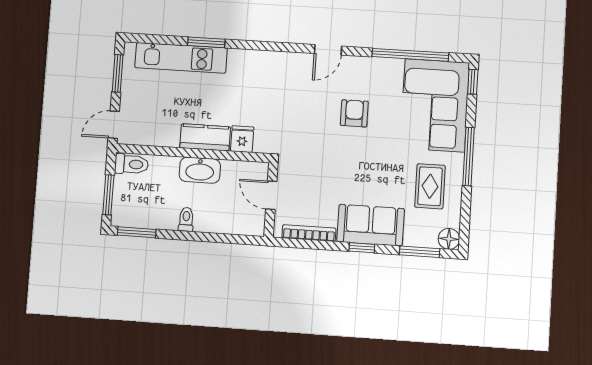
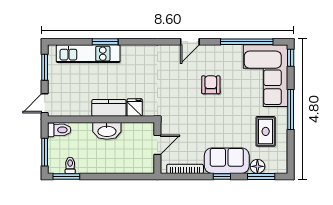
door: (271, 195) -> (157, 145), swing flipped
toilet: (186, 219) -> (70, 165), moved
floor lamp: (449, 239) -> (257, 166), moved

